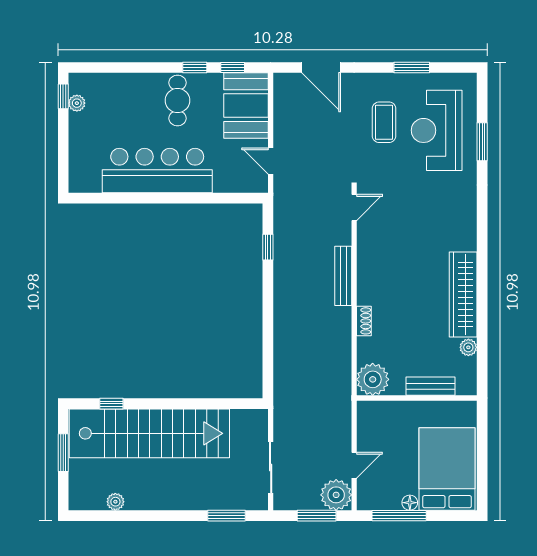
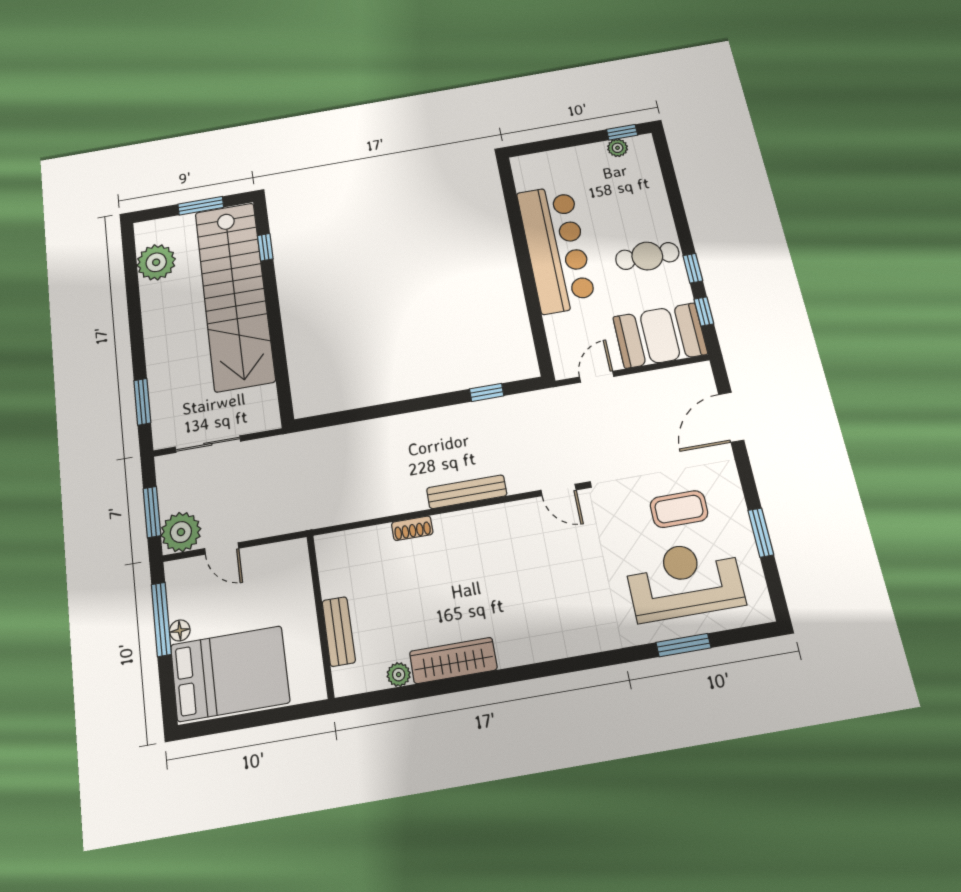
wardrobe: (463, 295) -> (453, 660), width x0.71, depth x0.85
plant: (373, 379) -> (337, 553), removed
plant: (115, 502) -> (156, 262), width x1.87, depth x1.87

